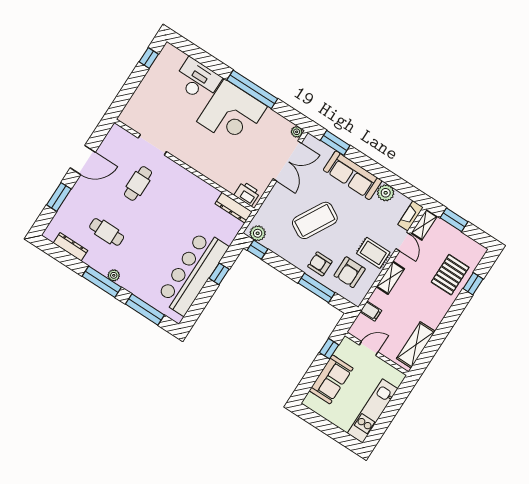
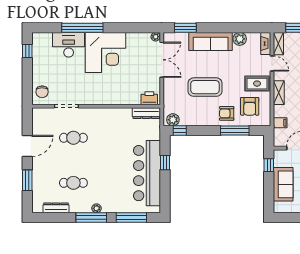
window: (252, 89) -> (82, 28), moved
chair: (136, 112) -> (42, 92), added
cafe table: (138, 183) -> (73, 138), turned 90
coffee table: (315, 220) -> (205, 87), turned 61

